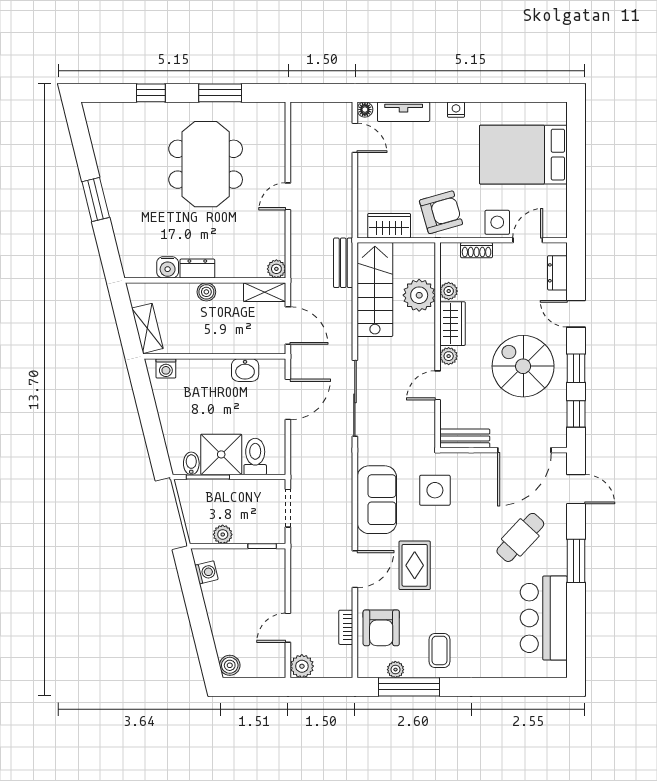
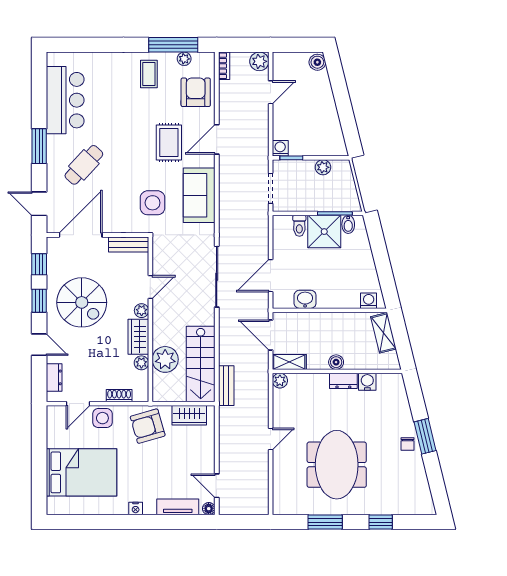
chair: (117, 190) -> (408, 444), added
toilet: (255, 456) -> (299, 226), width x0.73, depth x0.72
washing machine: (206, 572) -> (280, 148), moved, turned 104
bookcase: (346, 627) -> (224, 66), moved

